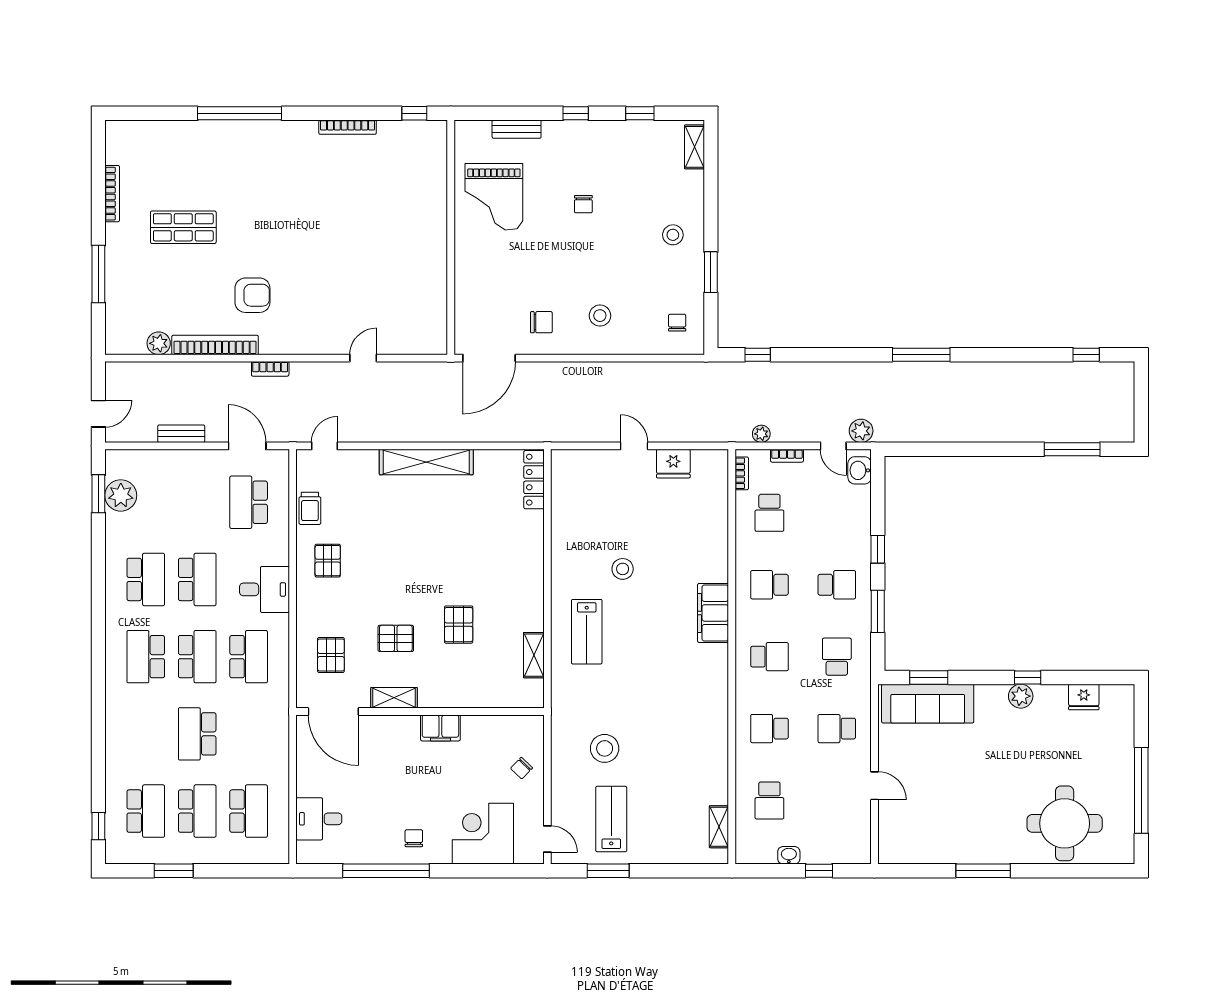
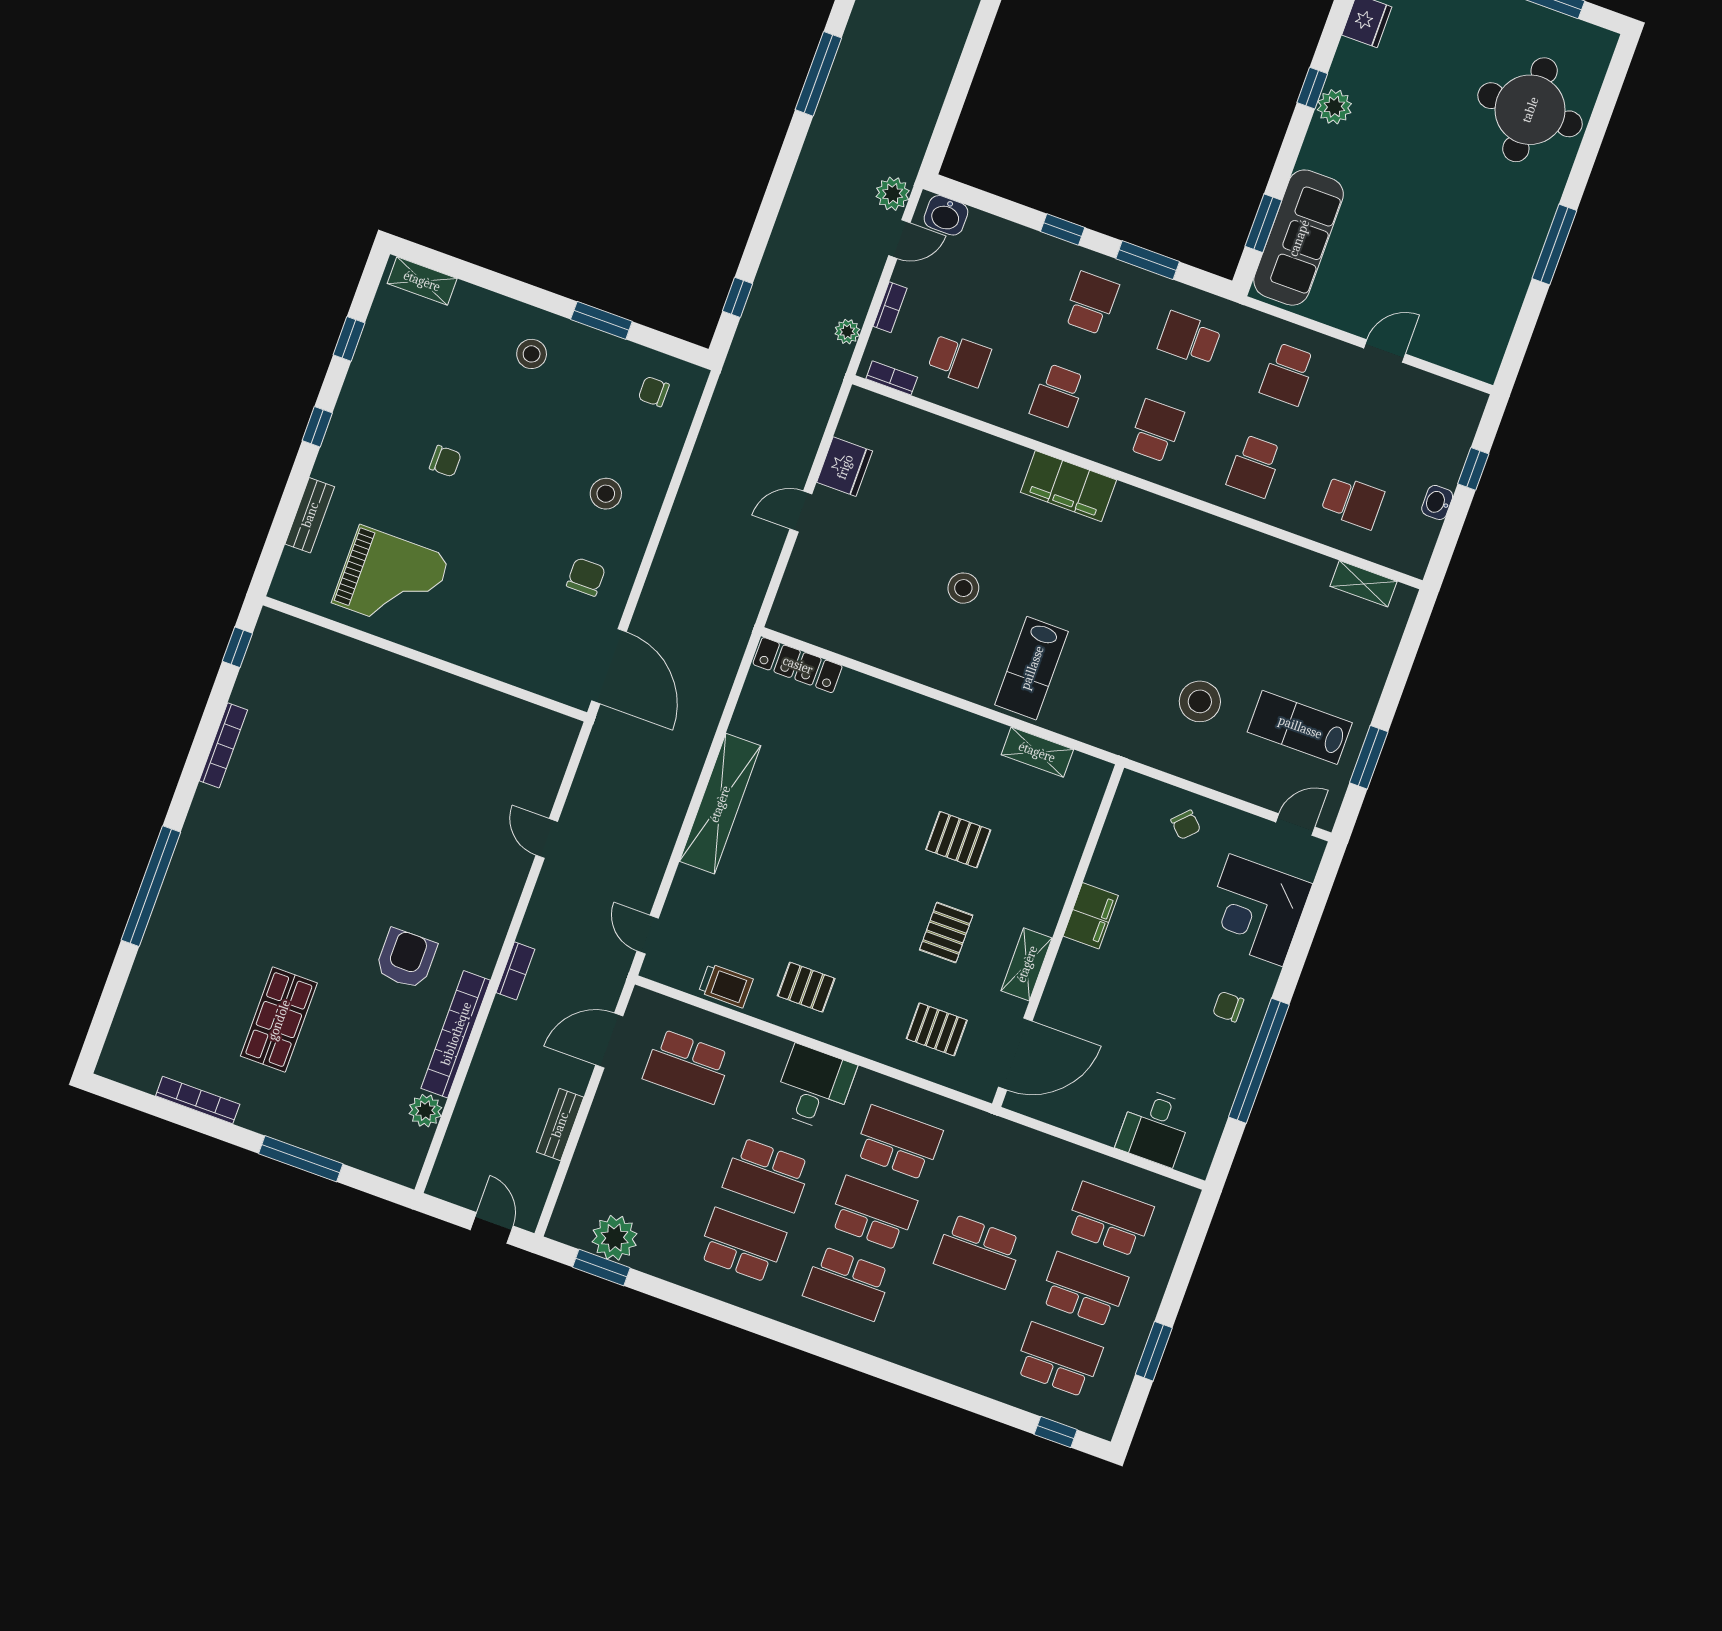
school desk: (197, 579) -> (767, 1175), turned 180
lab bench: (587, 632) -> (1032, 668), turned 90

